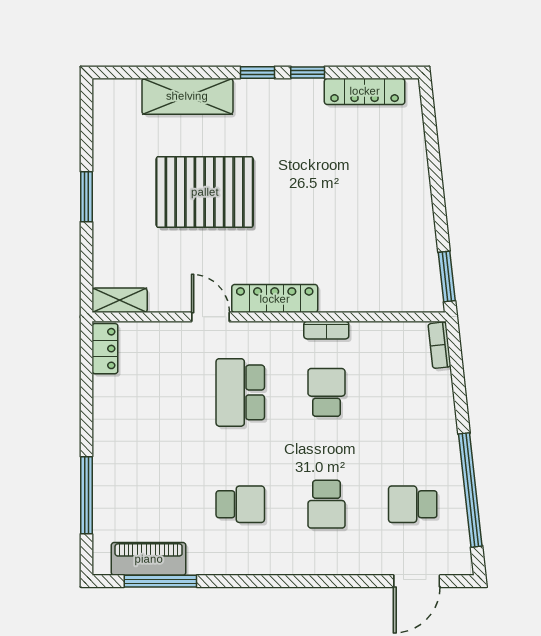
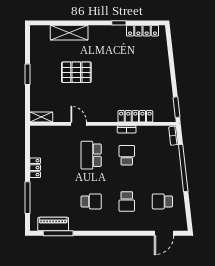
window: (257, 73) -> (98, 23), removed
pallet: (205, 192) -> (76, 72), width x0.73, depth x0.71
locker: (275, 299) -> (135, 116), moved
locker: (105, 349) -> (35, 168), moved
window: (470, 490) -> (183, 168), moved

